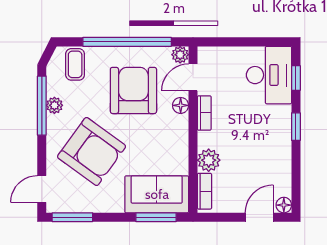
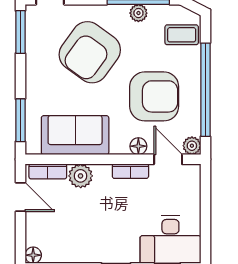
sofa: (157, 194) -> (75, 135), moved, turned -90
door: (259, 217) -> (20, 197), moved

